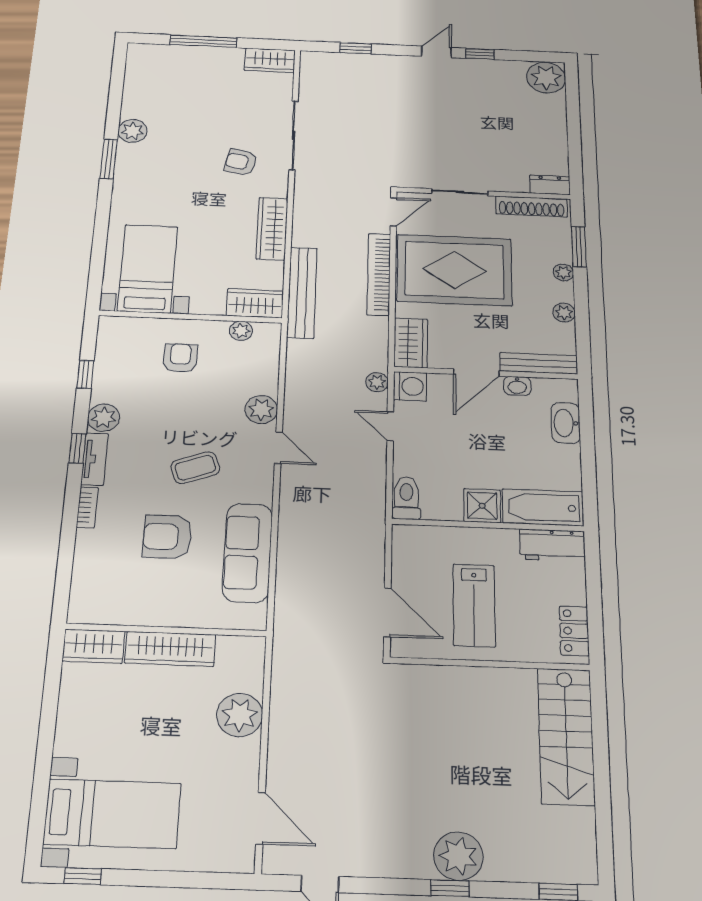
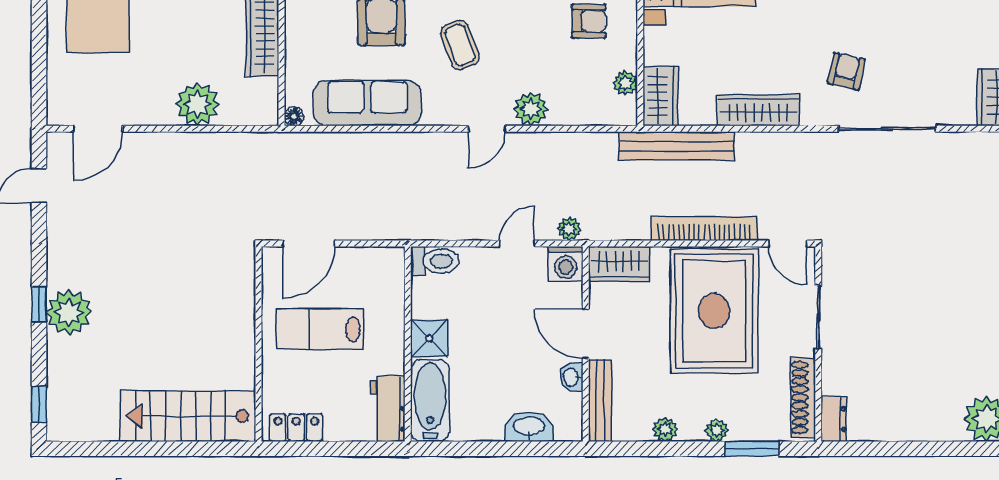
floor lamp: (257, 621) -> (294, 116), added

